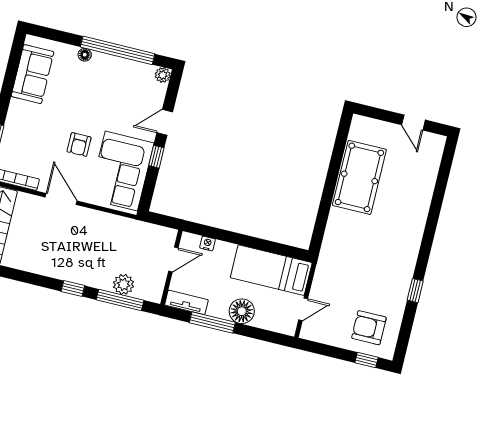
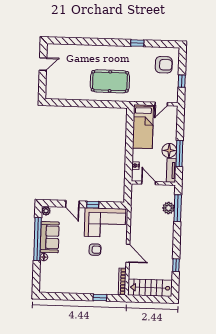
sofa: (32, 74) -> (50, 237), moved, turned 90
pool table: (359, 177) -> (110, 81), moved
door: (61, 199) -> (128, 253), swing flipped
window: (73, 289) -> (176, 265), moved
door: (303, 309) -> (161, 104), swing flipped
floor lamp: (242, 311) -> (169, 150), moved
armchair: (369, 328) -> (164, 65), turned -90
window: (366, 360) -> (182, 81), moved

